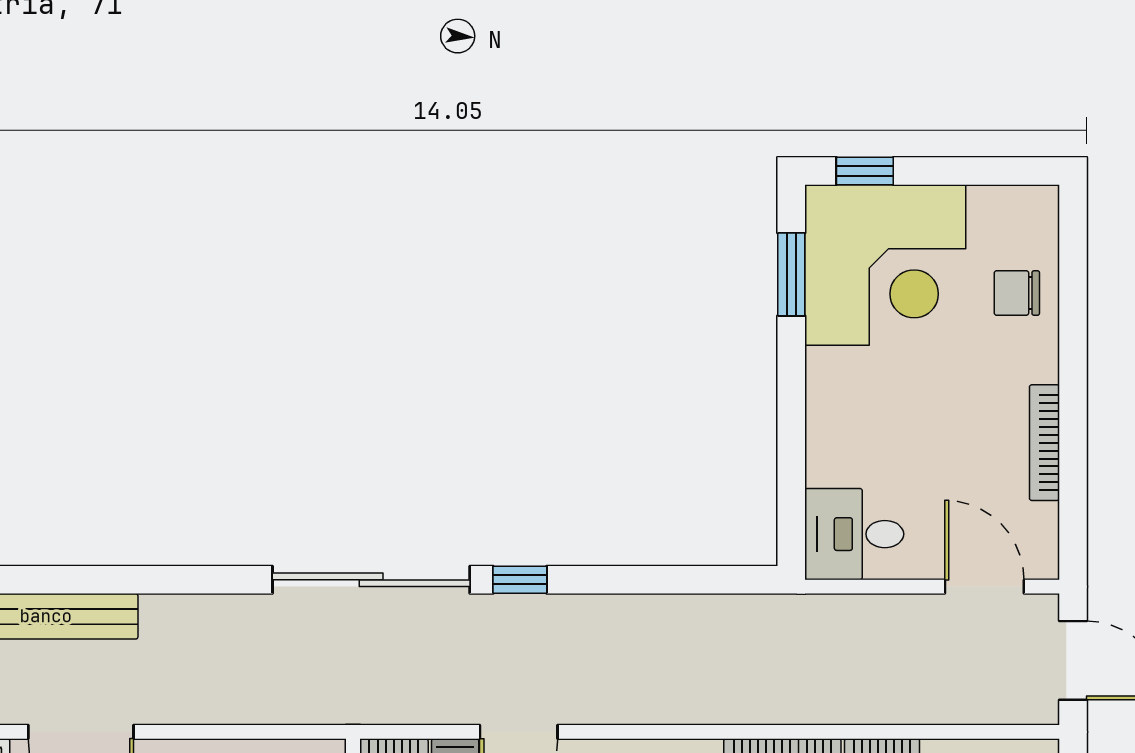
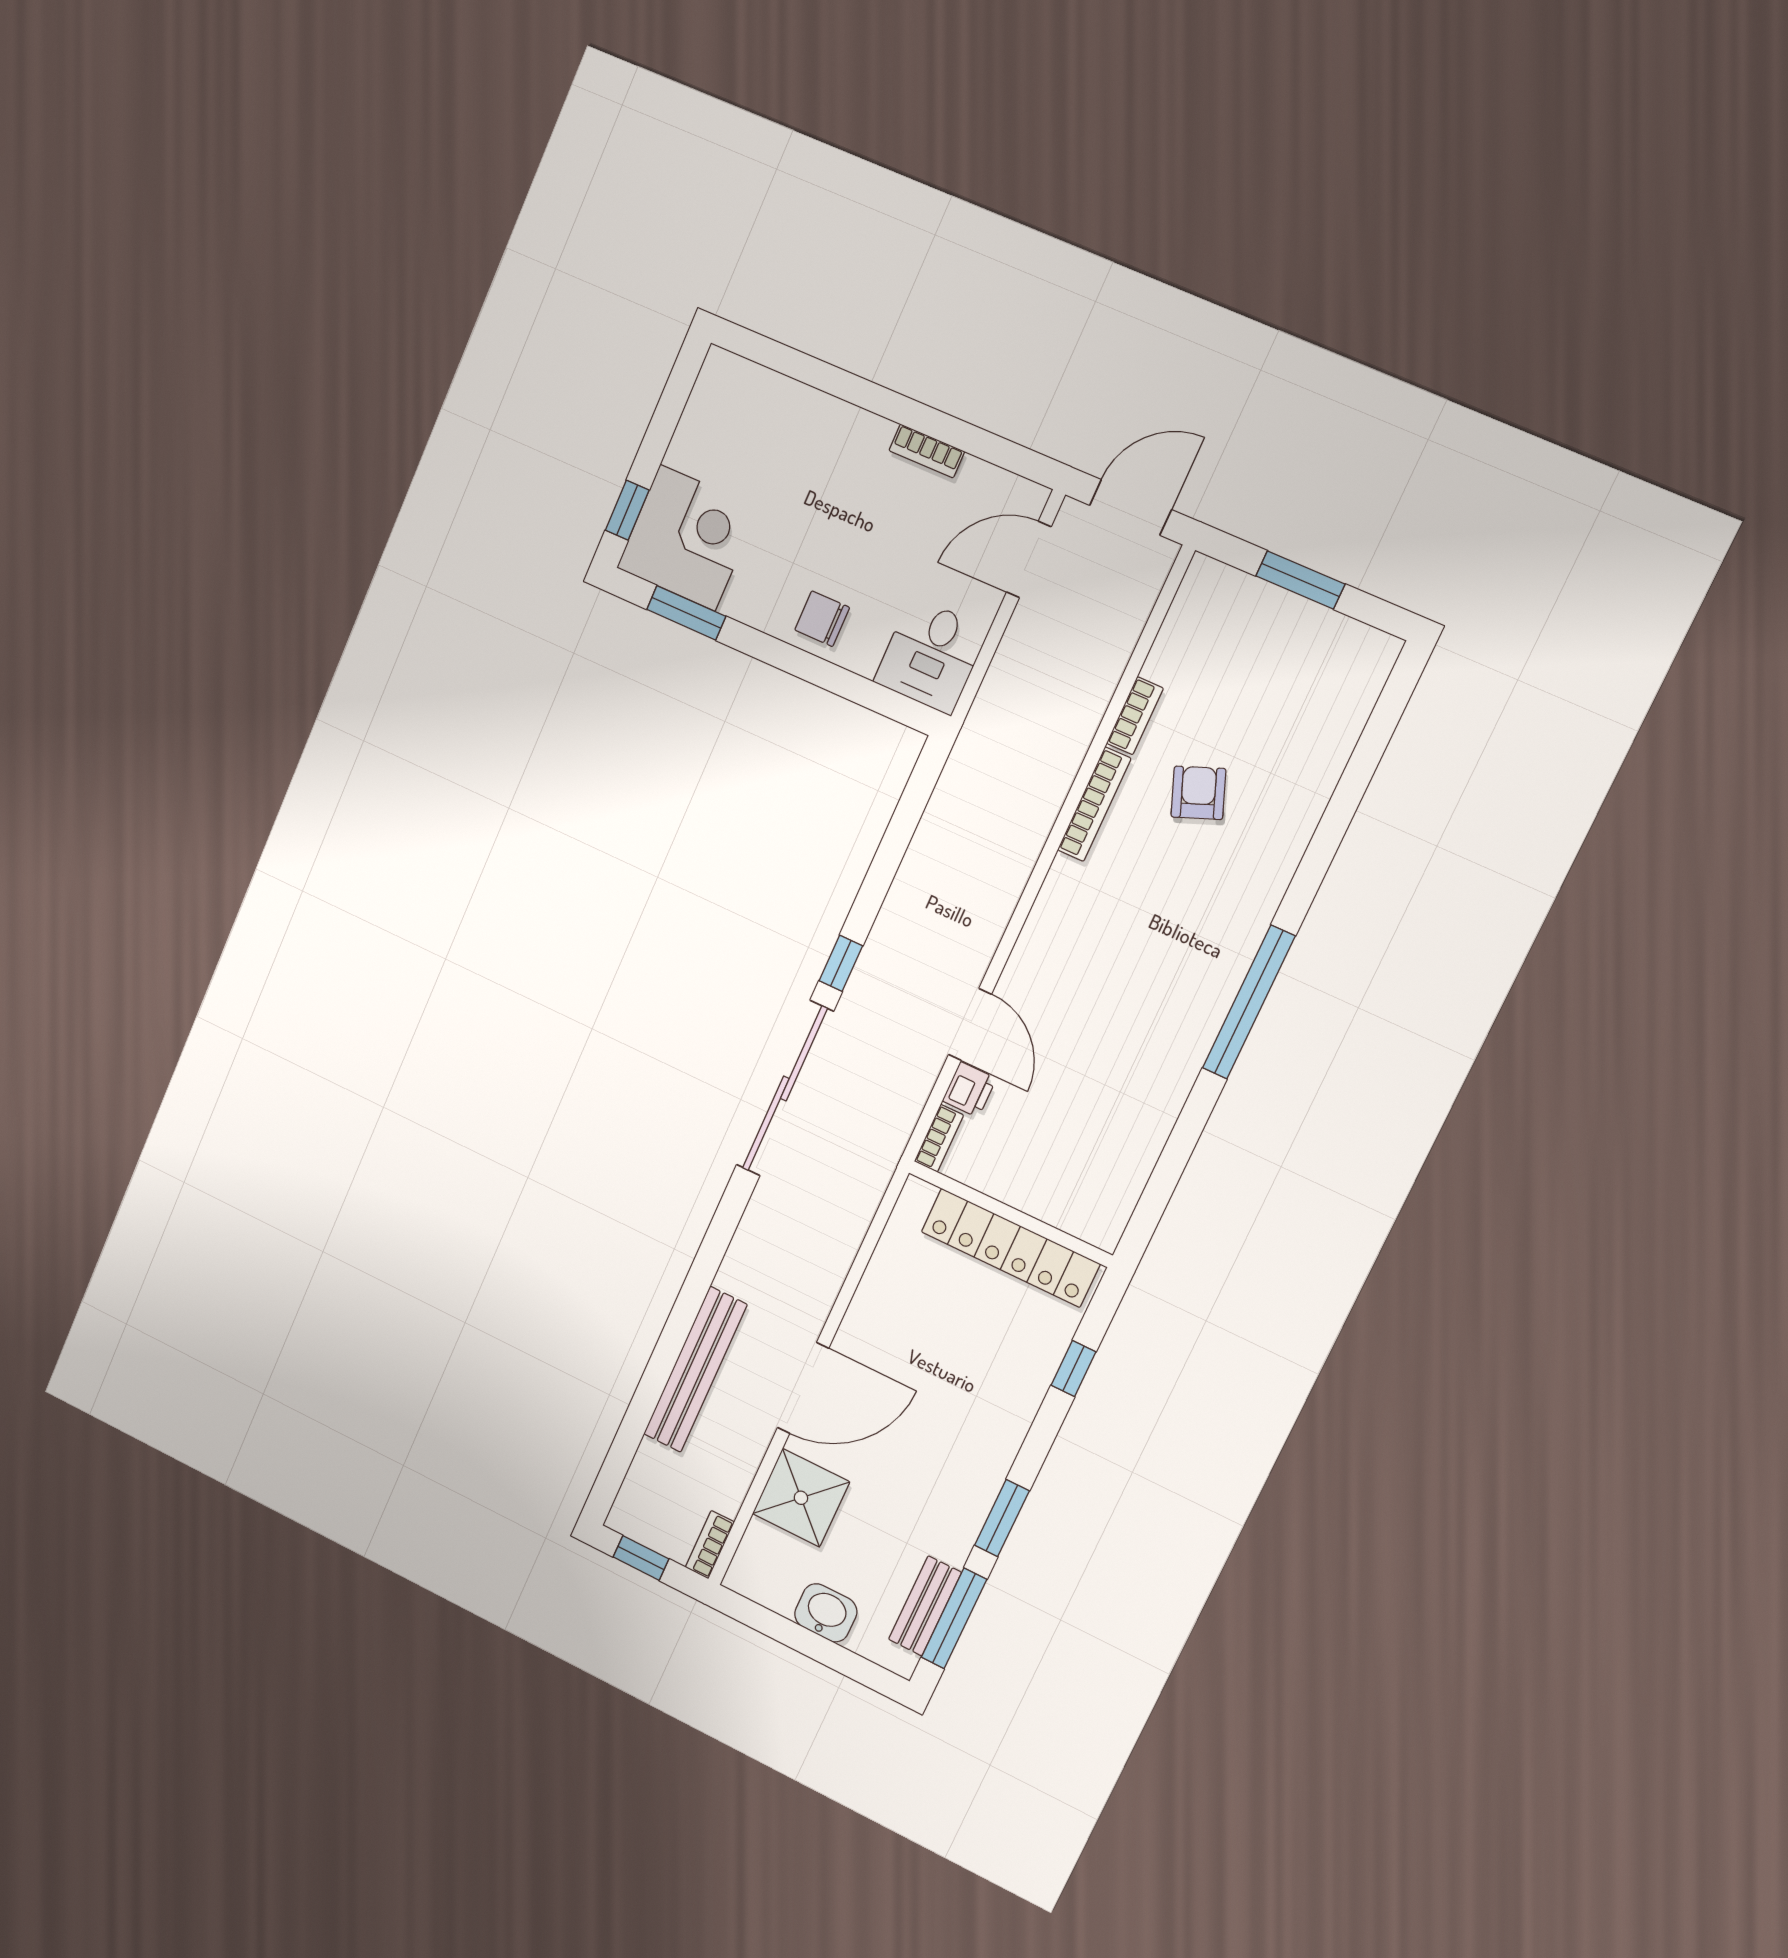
corner desk: (885, 265) -> (688, 538), width x0.74, depth x0.74
chair: (1017, 293) -> (822, 619), moved, turned 90
bookcase: (1044, 443) -> (927, 451), width x0.64

